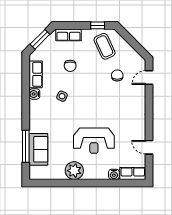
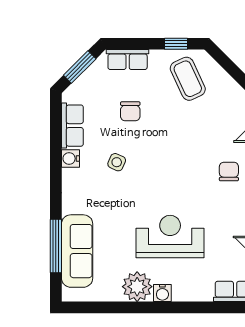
chair: (117, 75) -> (229, 171), moved
reception desk: (94, 141) -> (170, 237), turned 180
sofa: (38, 149) -> (77, 251), width x1.36
water cooler: (114, 174) -> (162, 293), moved

